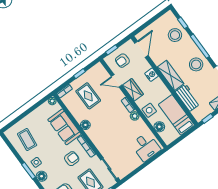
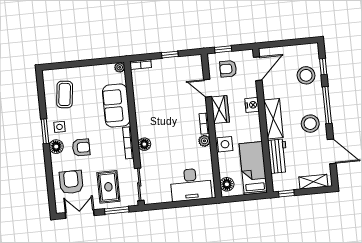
rug: (88, 96) -> (165, 86), removed
floor lamp: (85, 125) -> (144, 144), moved
floor lamp: (159, 127) -> (227, 184), moved
desk: (146, 147) -> (191, 185), width x1.37
armchair: (72, 159) -> (81, 148), moved

